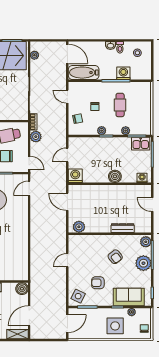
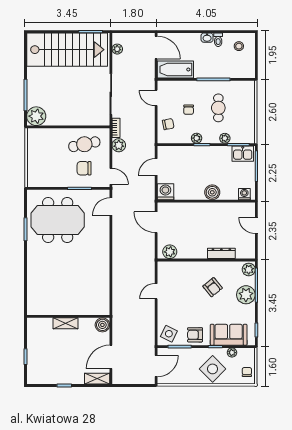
washing machine: (123, 73) -> (222, 70), removed
armchair: (98, 283) -> (195, 335), moved
side table: (115, 326) -> (213, 369), turned 45

